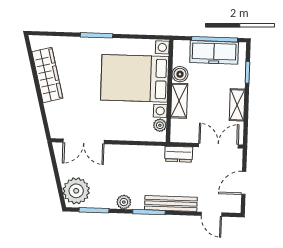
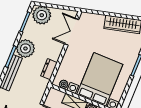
dresser: (179, 154) -> (49, 69), moved
plant: (124, 202) -> (25, 48), width x1.87, depth x1.87

